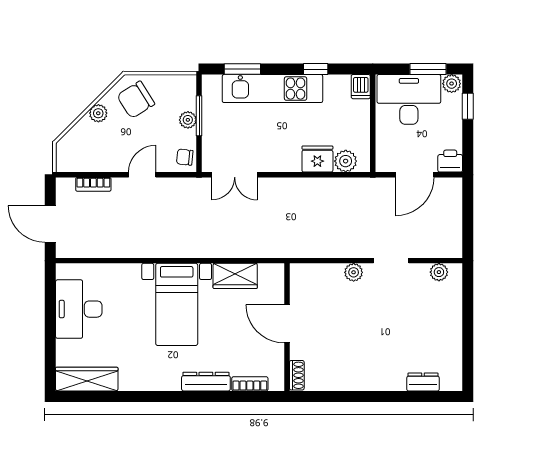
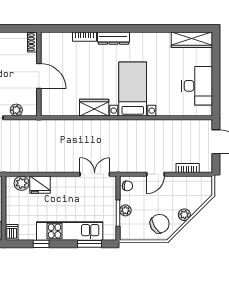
door: (287, 324) -> (39, 76), moved
wall: (287, 327) -> (39, 74), moved
shoe rack: (297, 375) -> (32, 42), moved

